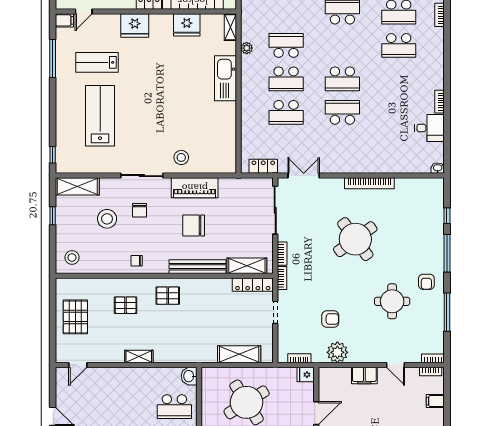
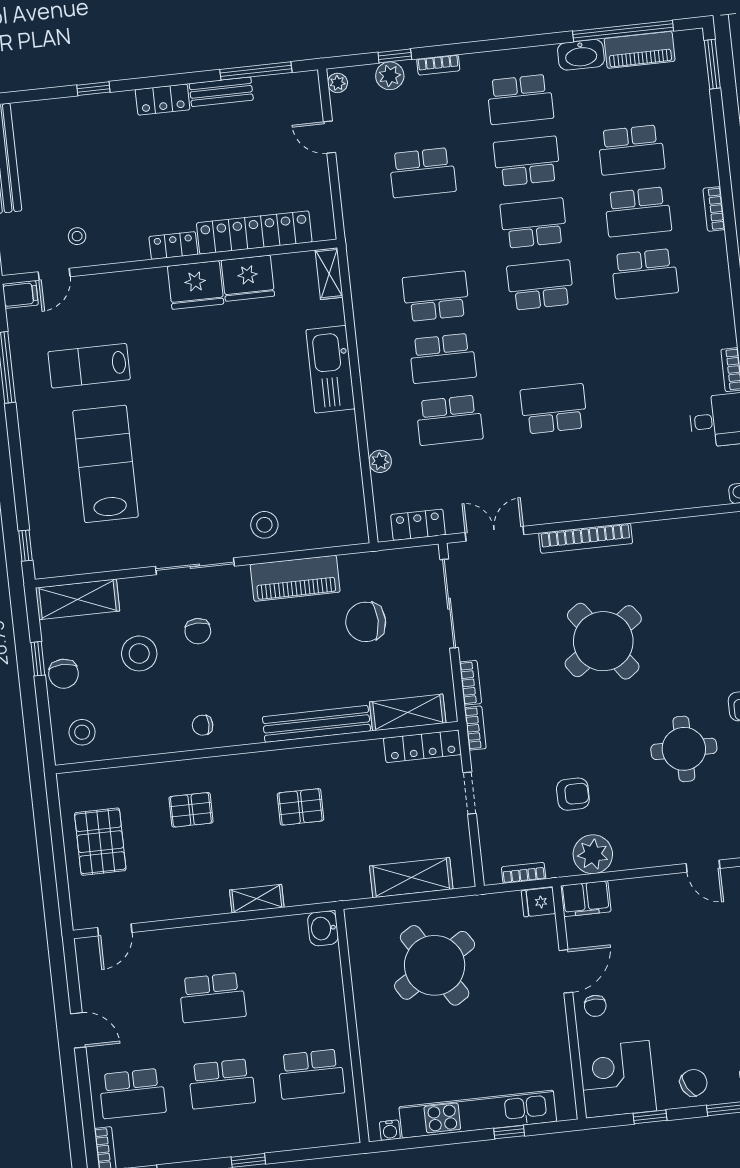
fridge: (135, 25) -> (196, 285), moved
plant: (247, 48) -> (380, 461), moved
school desk: (342, 79) -> (540, 285), moved, turned 180
bookcase: (369, 183) -> (586, 538), moved
chair: (65, 225) -> (63, 674), added
chair: (194, 225) -> (366, 622), moved
pallet: (168, 296) -> (300, 807), moved
shelving: (139, 356) -> (257, 899), moved
filing cabinet: (364, 376) -> (586, 899), moved
school desk: (174, 407) -> (212, 998), moved

